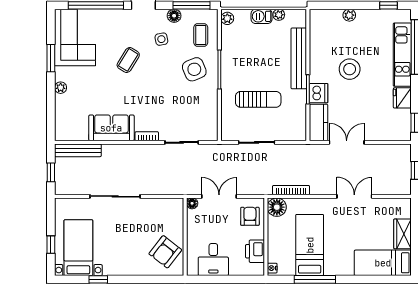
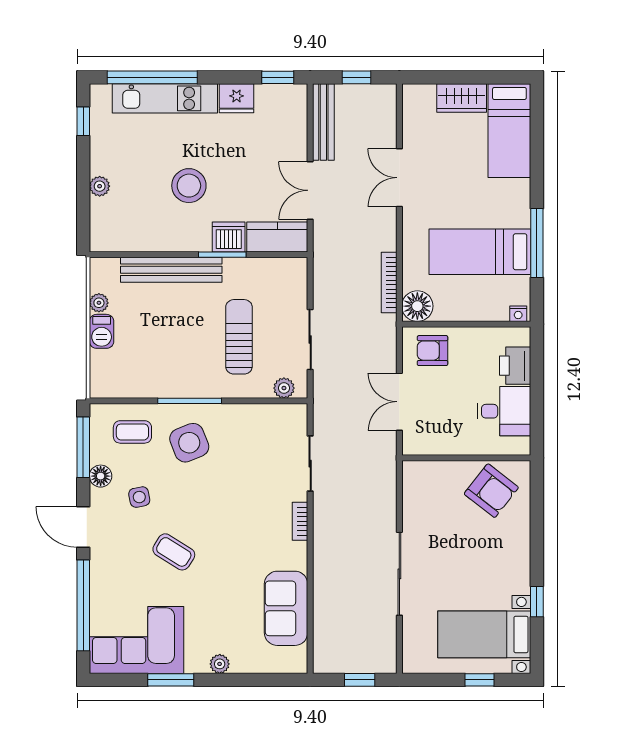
plant: (227, 18) -> (284, 388), moved
sofa: (111, 128) -> (286, 608), moved
bench: (78, 150) -> (323, 122), moved
floor lamp: (192, 203) -> (411, 446), removed
printer: (255, 251) -> (515, 366), moved, turned 90

